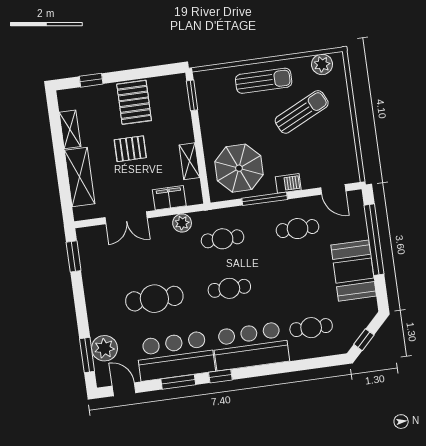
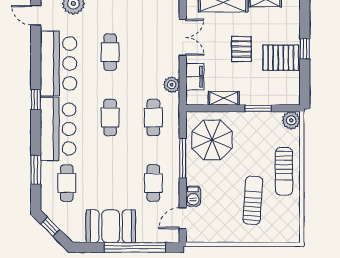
plant: (322, 64) -> (291, 120), moved
window: (91, 80) -> (305, 49), moved
window: (192, 95) -> (258, 108), moved
sun lounger: (302, 112) -> (253, 200), turned -150
barbecue: (288, 183) -> (193, 196), moved
double door: (126, 218) -> (183, 37), swing flipped
cafe table: (154, 299) -> (110, 52), width x0.73, depth x0.74
window: (178, 382) -> (36, 170), moved
door: (124, 389) -> (36, 15), swing flipped

